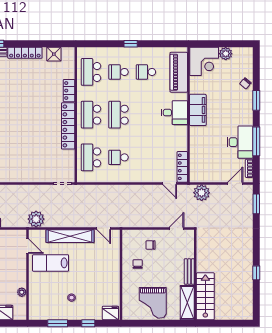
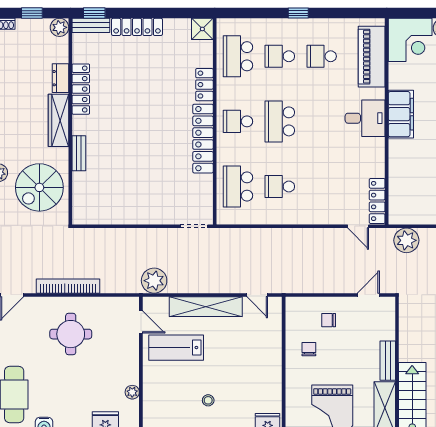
shower: (54, 54) -> (202, 29), moved
school desk: (91, 115) -> (238, 121), width x0.54

